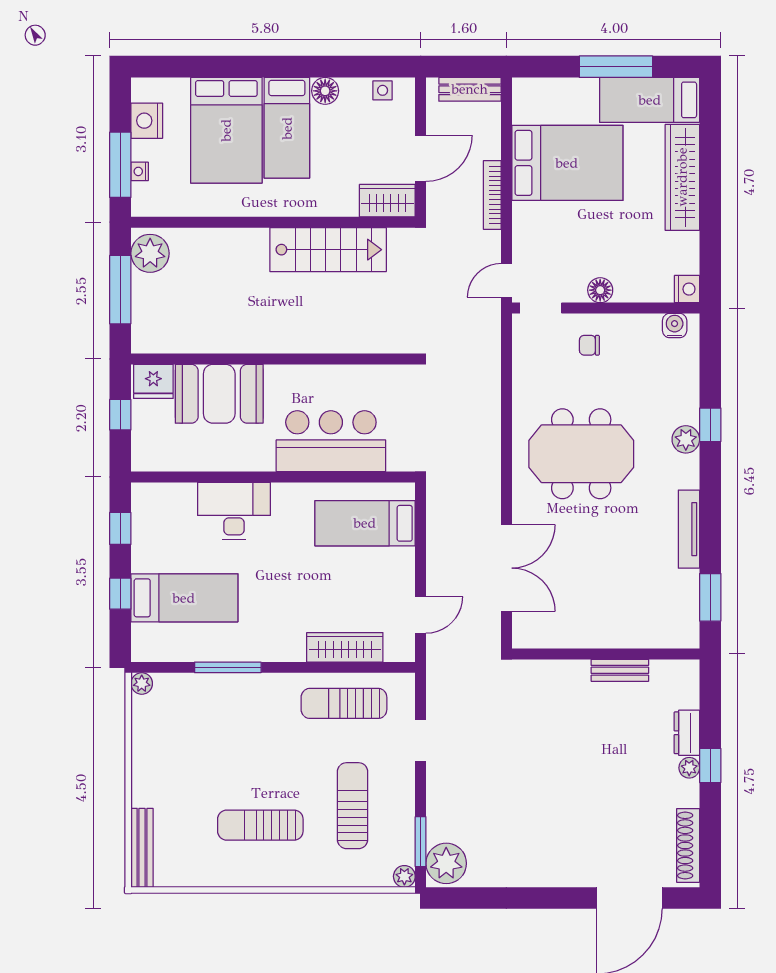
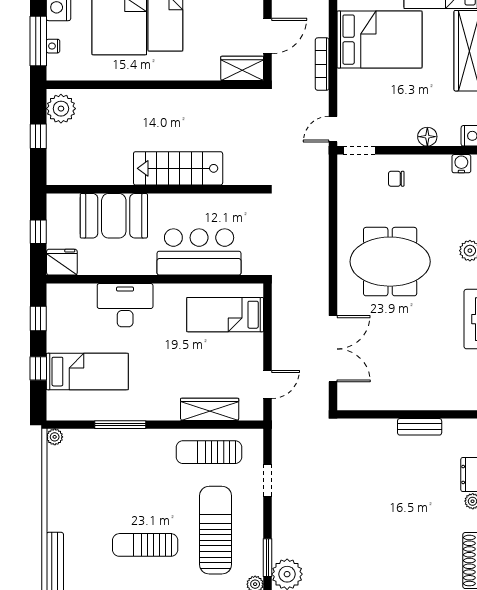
stairs: (328, 250) -> (178, 168), moved, turned 180
window: (120, 290) -> (38, 136), width x0.46
floor lamp: (600, 290) -> (427, 137), moved
fridge: (153, 381) -> (62, 262), moved, turned 180
sun lounger: (353, 806) -> (216, 530), width x1.36, depth x1.34

